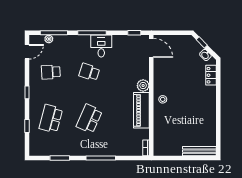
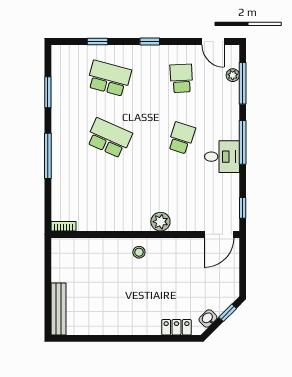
piano: (141, 110) -> (122, 219), removed

